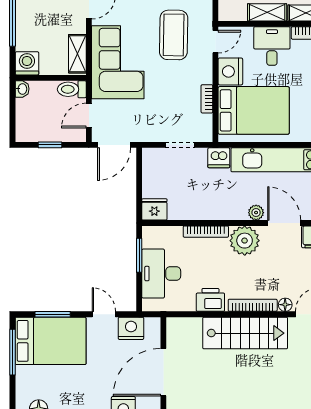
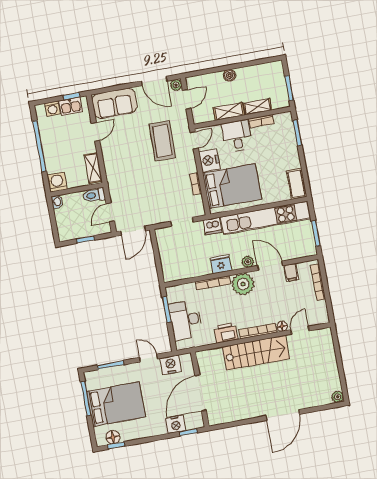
corner sofa: (118, 62) -> (124, 169), removed
fridge: (154, 209) -> (221, 264), moved
bed: (51, 341) -> (116, 404), moved

